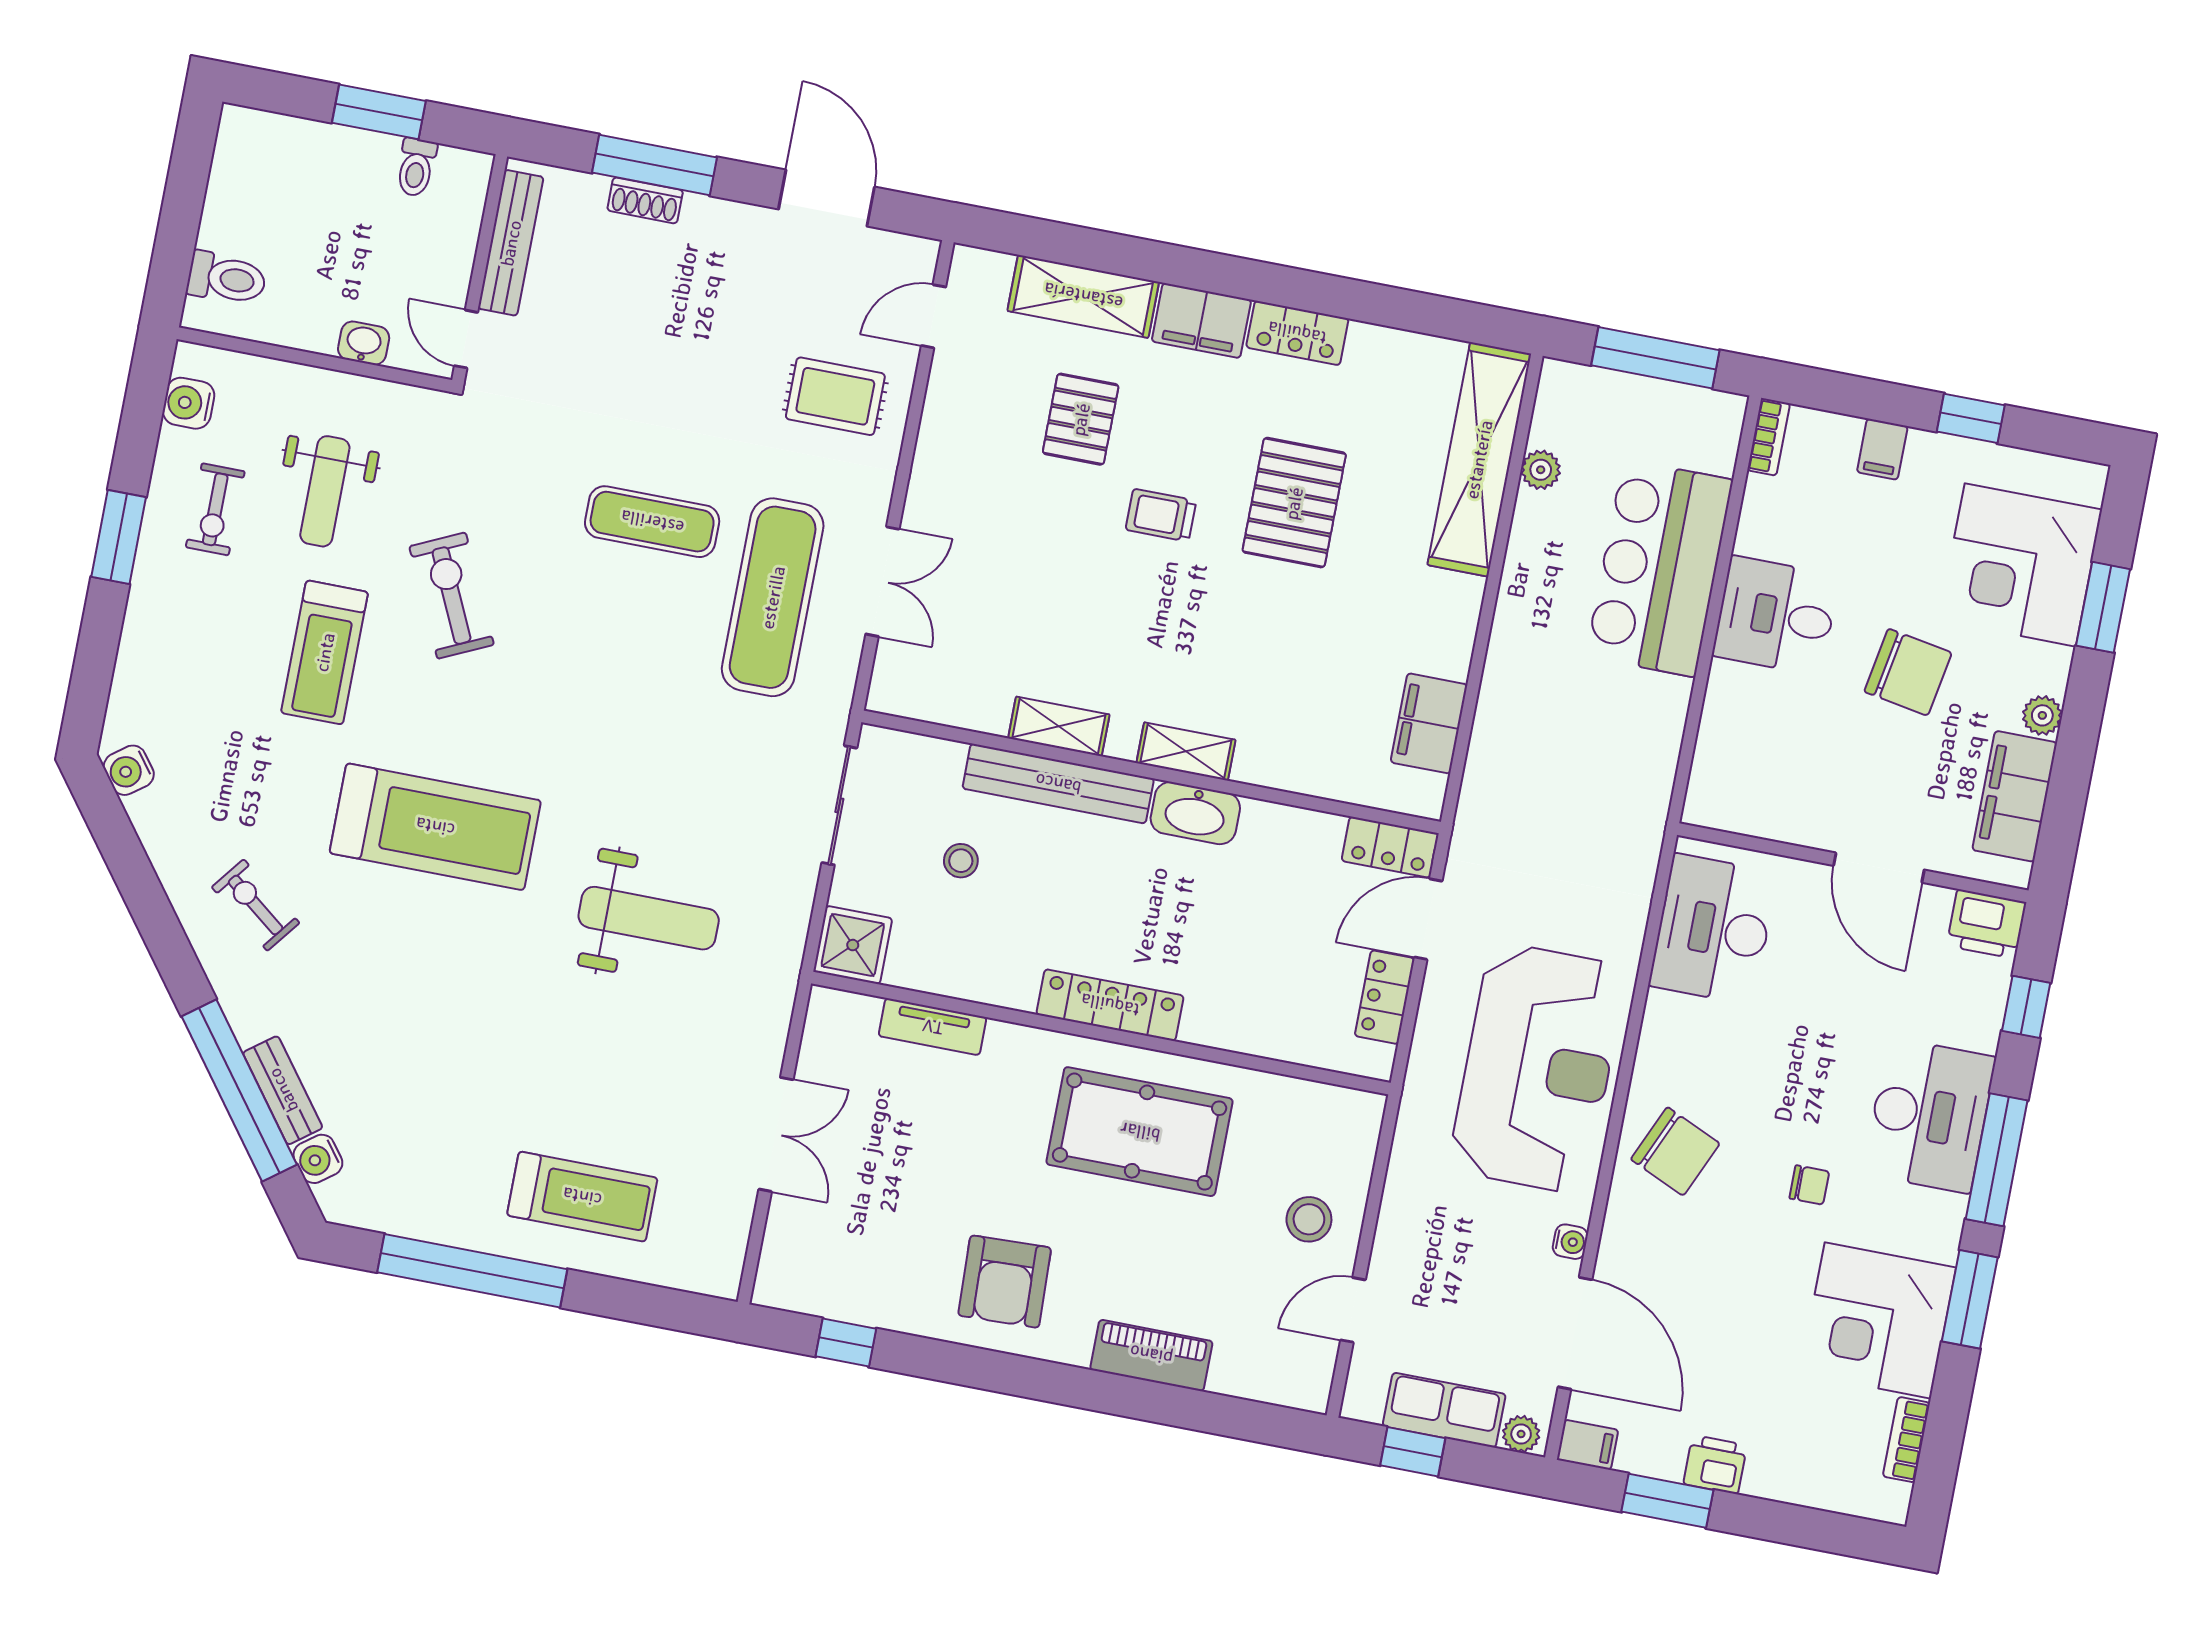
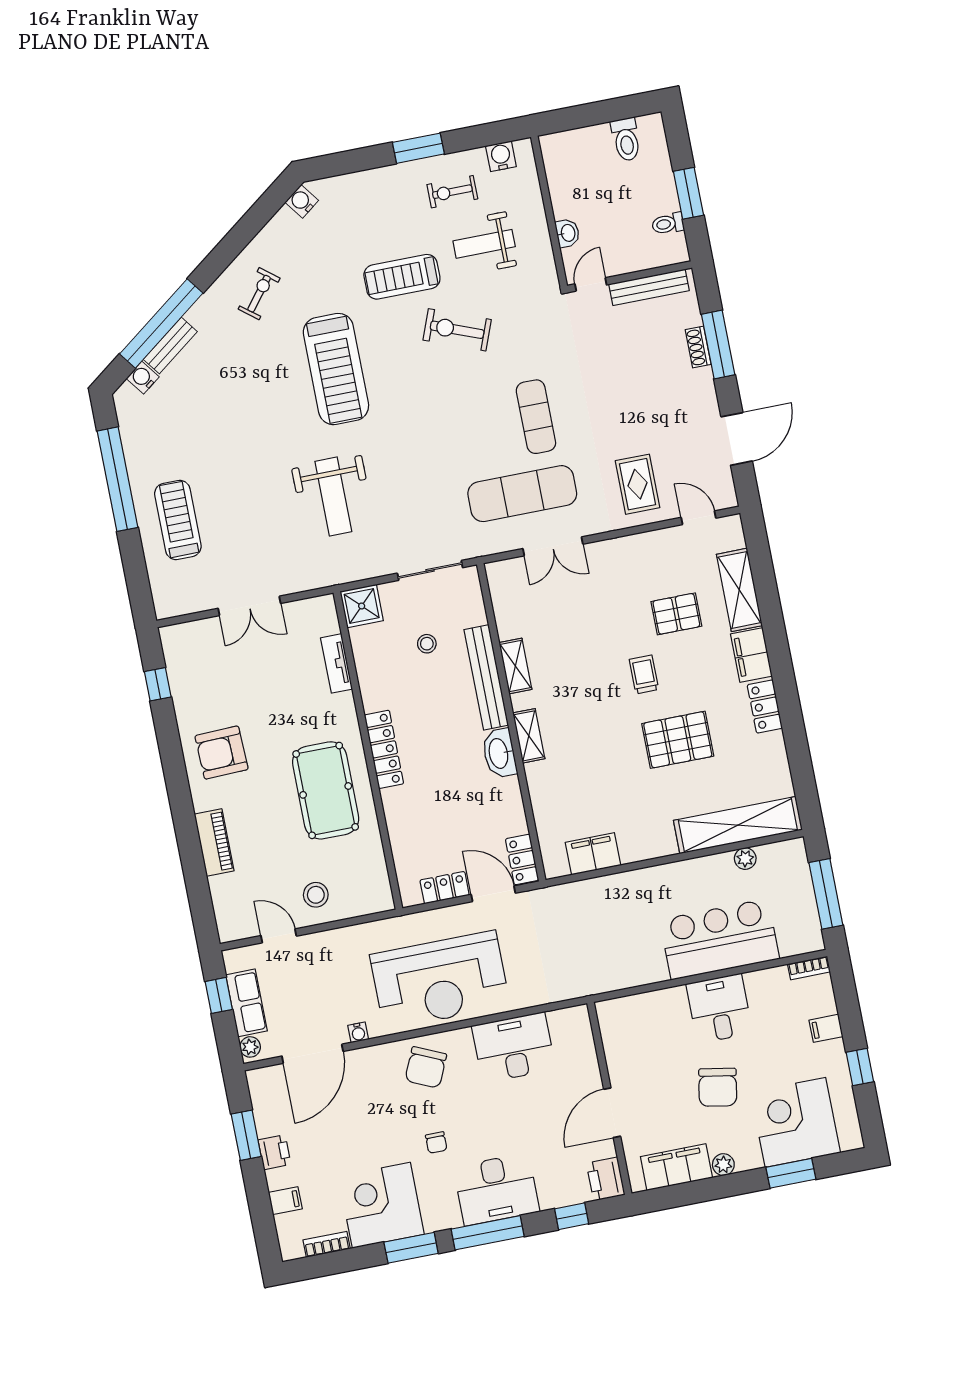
toilet: (227, 278) -> (626, 139), moved
exercise bike: (452, 596) -> (457, 330), turned -134
desk: (1713, 929) -> (514, 1047), moved
treadmill: (582, 1197) -> (178, 520), turned 180
filing cabinet: (1587, 1445) -> (285, 1201), moved, turned -90

